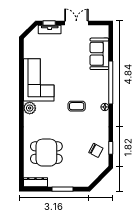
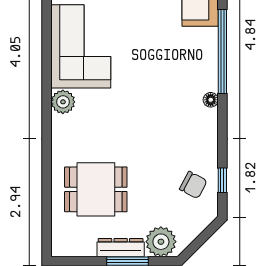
coffee table: (77, 106) -> (155, 98), removed
plant: (79, 179) -> (161, 242), added
dresser: (35, 182) -> (121, 248), moved

